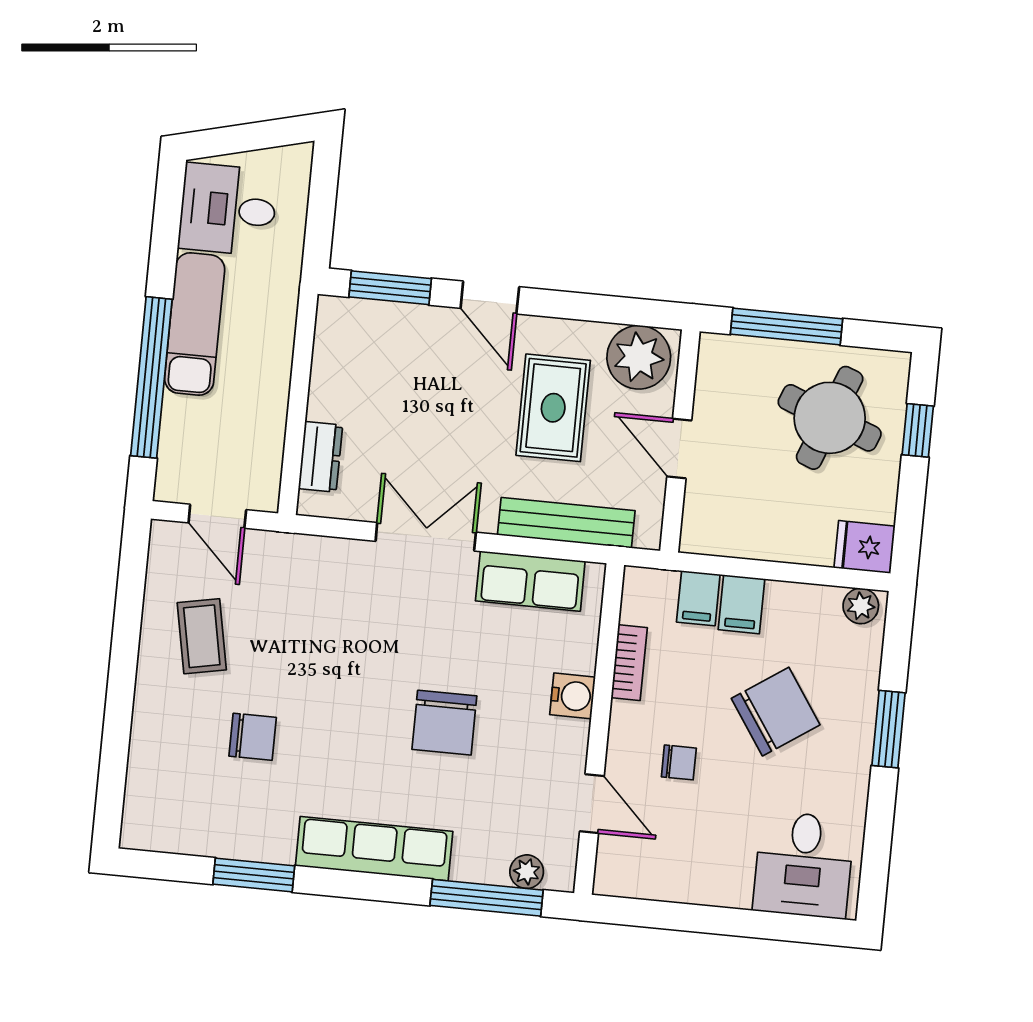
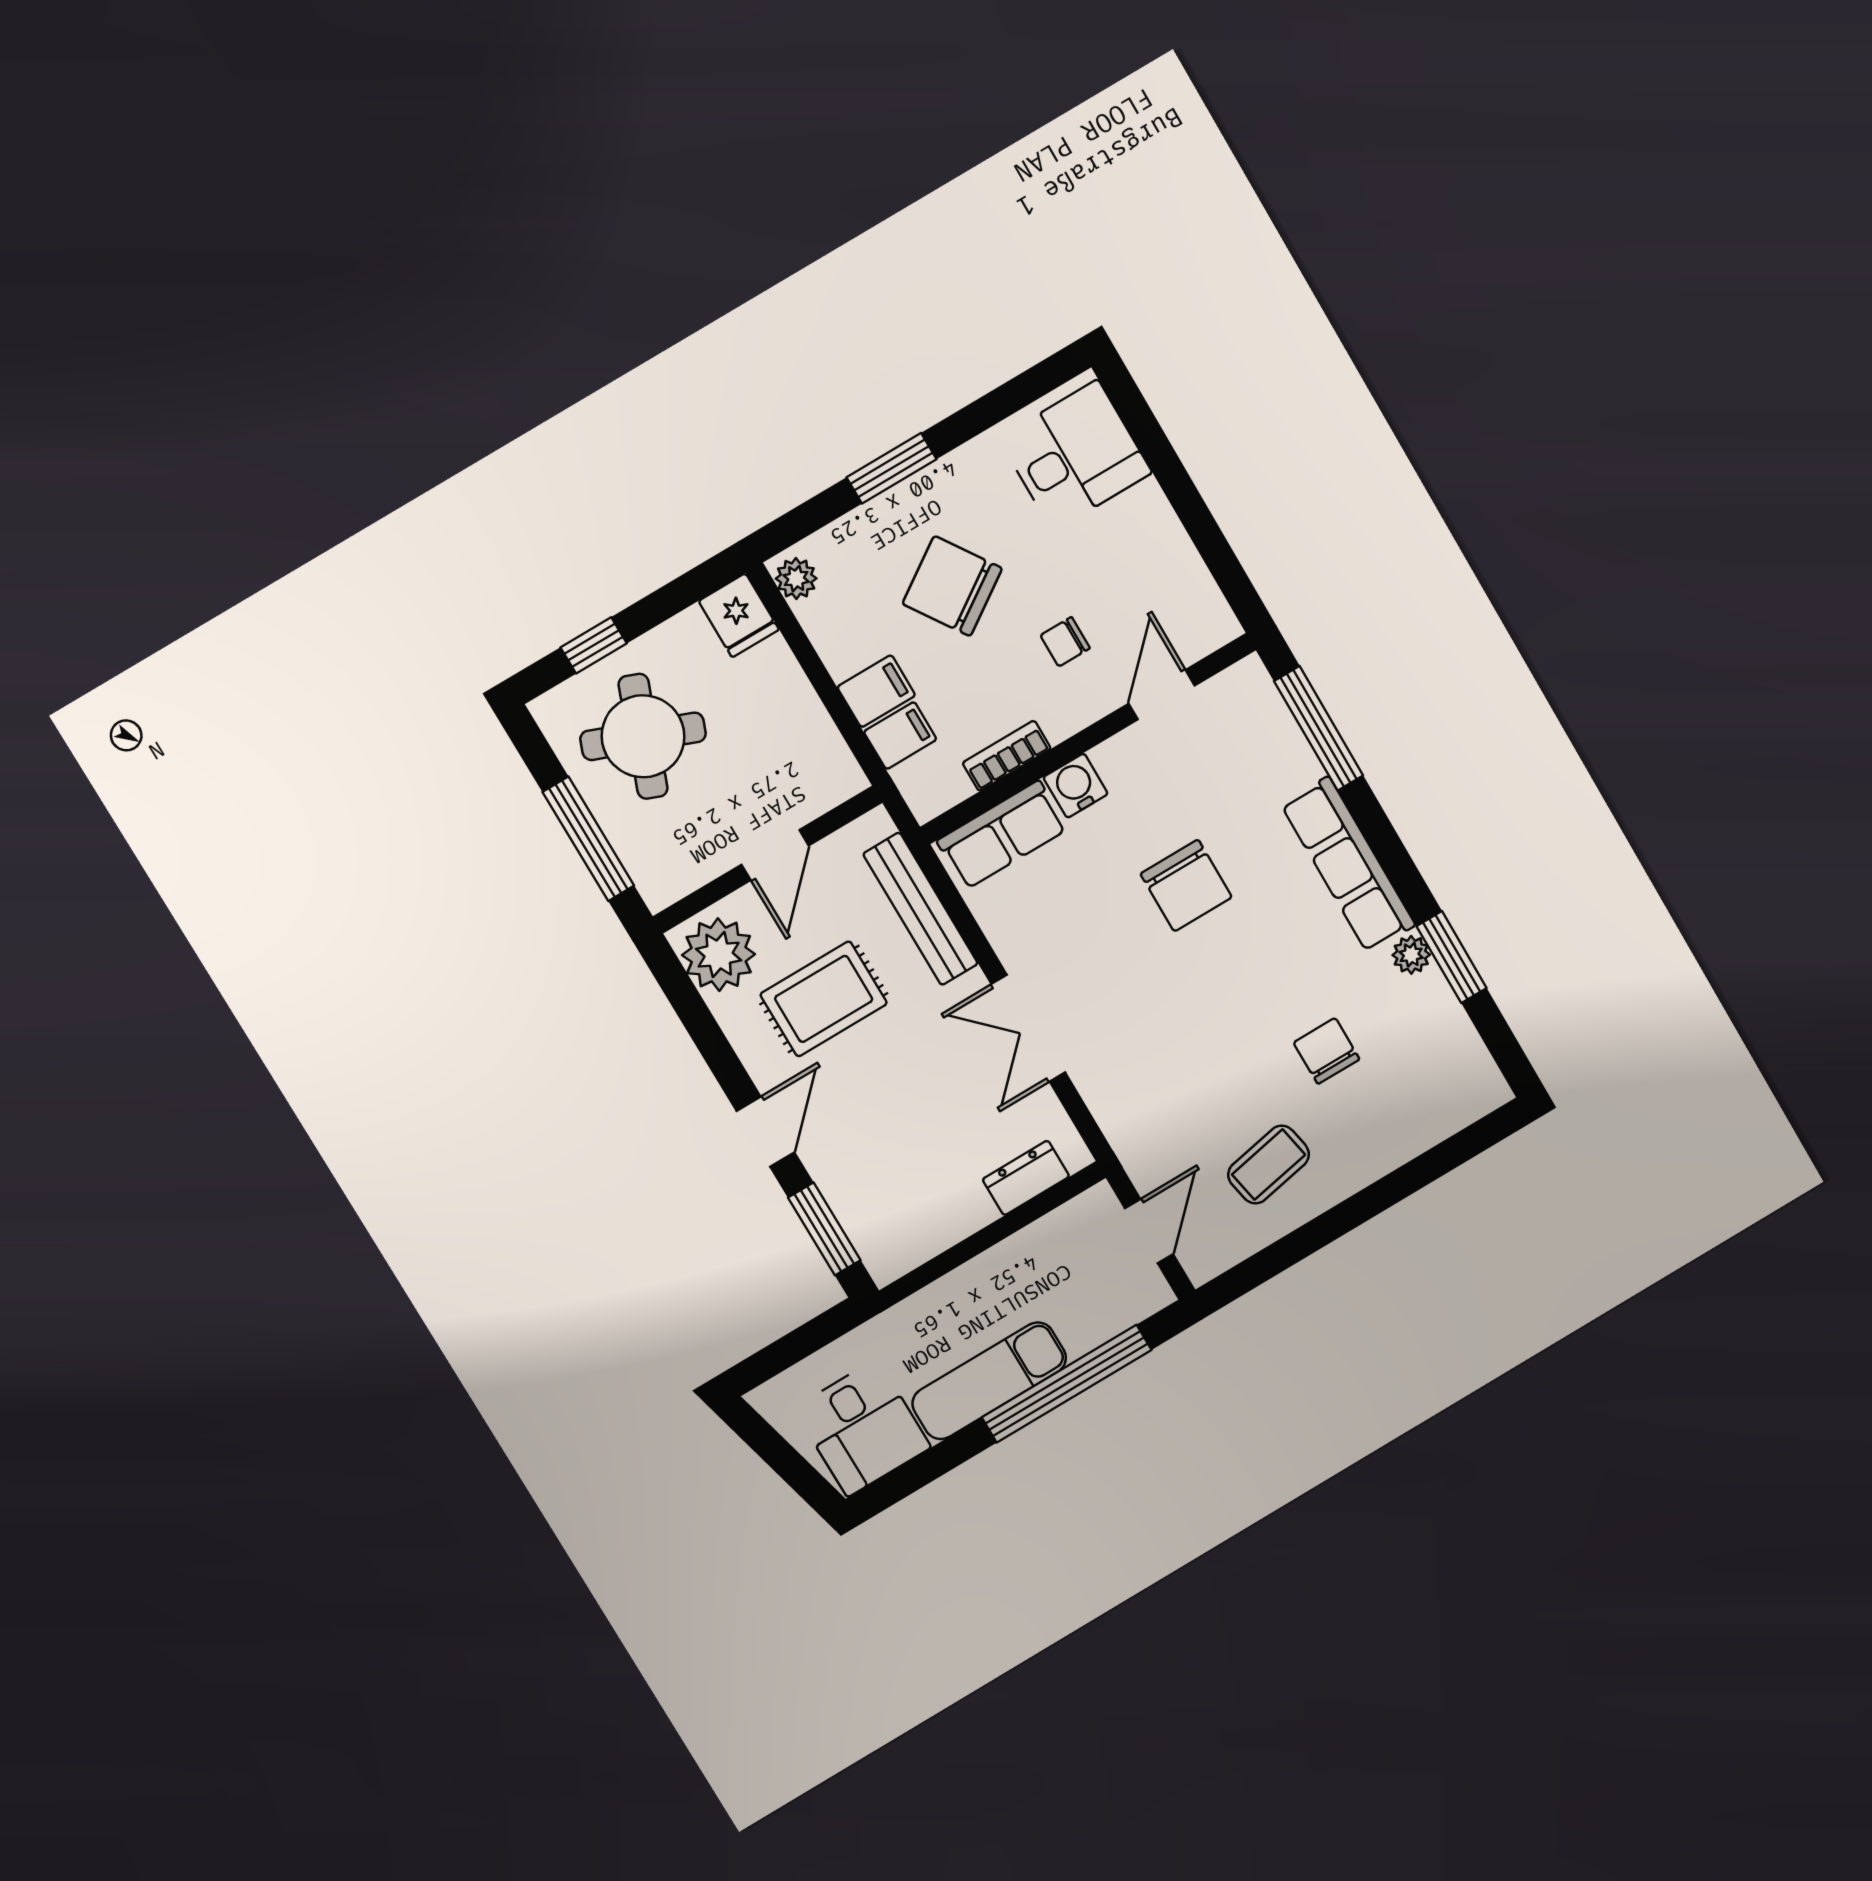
row of seats: (530, 581) -> (1002, 835), moved, turned 90
chair: (444, 723) -> (1186, 885), turned 90
chair: (679, 762) -> (1065, 642), turned -90
plant: (527, 872) -> (1411, 955), moved

